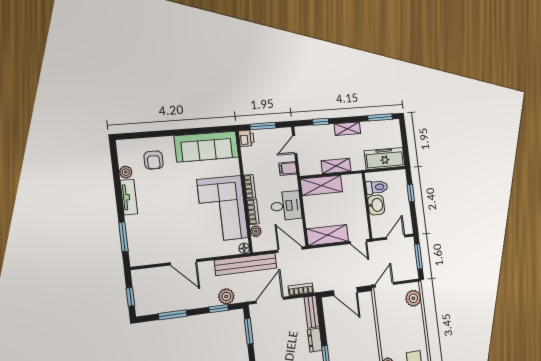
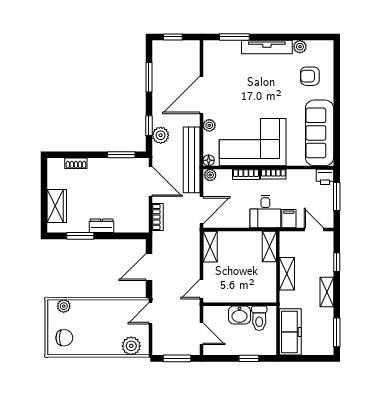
shelving: (321, 185) -> (269, 246), width x0.67, depth x0.75
tv unit: (129, 197) -> (267, 47), width x1.41
desk: (286, 206) -> (265, 211), moved
plant: (256, 231) -> (210, 175), moved
shelving: (327, 235) -> (210, 247), width x0.67, depth x0.75
plant: (212, 251) -> (209, 125), added
door: (184, 262) -> (201, 95), width x1.36
door: (384, 285) -> (151, 313), swing flipped
bench: (312, 312) -> (132, 226), removed

